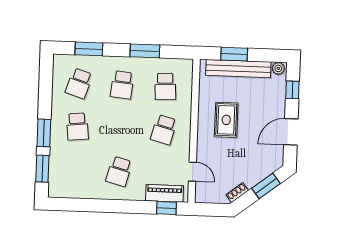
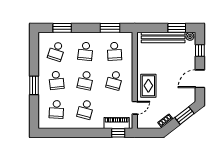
window: (145, 51) -> (110, 28), moved
window: (234, 54) -> (177, 28), moved
rug: (226, 120) -> (148, 86), moved
school desk: (121, 128) -> (85, 80), added
window: (42, 169) -> (34, 110), removed
school desk: (76, 170) -> (56, 109), added
door: (192, 172) -> (135, 108), hinge flipped

